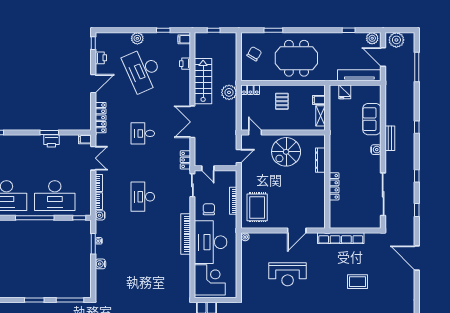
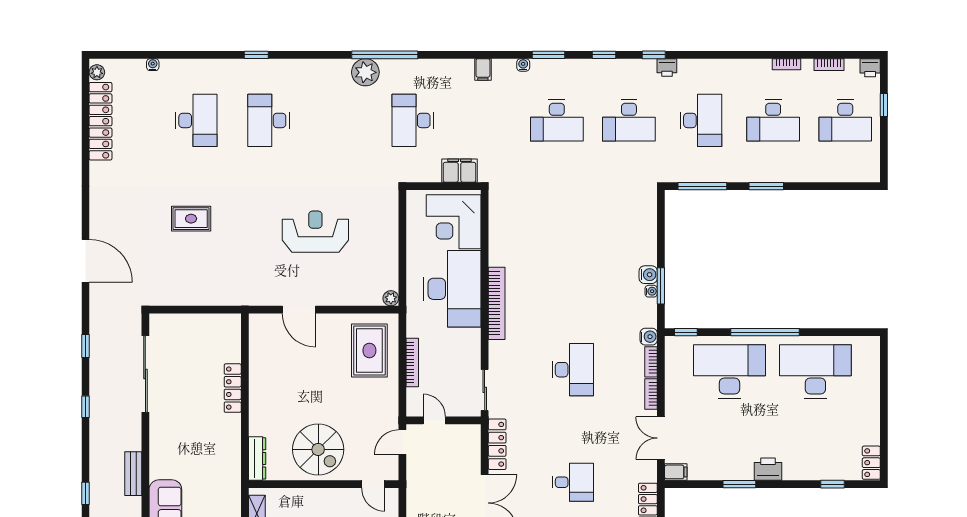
printer: (51, 141) -> (768, 469), moved
water cooler: (376, 150) -> (158, 453), removed
spiral stairs: (286, 152) -> (318, 449), turned 90
locker: (185, 160) -> (497, 444), width x1.53
dresser: (320, 160) -> (257, 458), moved
door: (208, 168) -> (434, 420), moved
chair: (209, 209) -> (455, 347), removed
door: (297, 230) -> (299, 310), swing flipped
row of seats: (341, 238) -> (221, 296), removed
water cooler: (100, 264) -> (648, 275), moved

